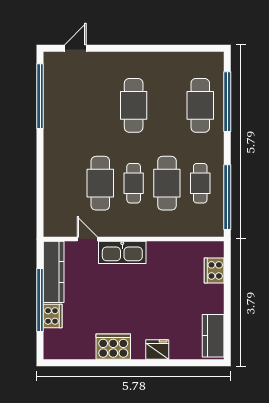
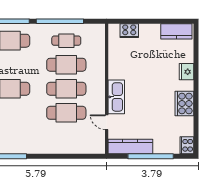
cafe table: (134, 183) -> (66, 89), width x1.37, depth x1.35
window: (227, 197) -> (60, 21), moved
door: (87, 239) -> (107, 122), hinge flipped
cooker: (53, 316) -> (187, 145), moved, turned -90

